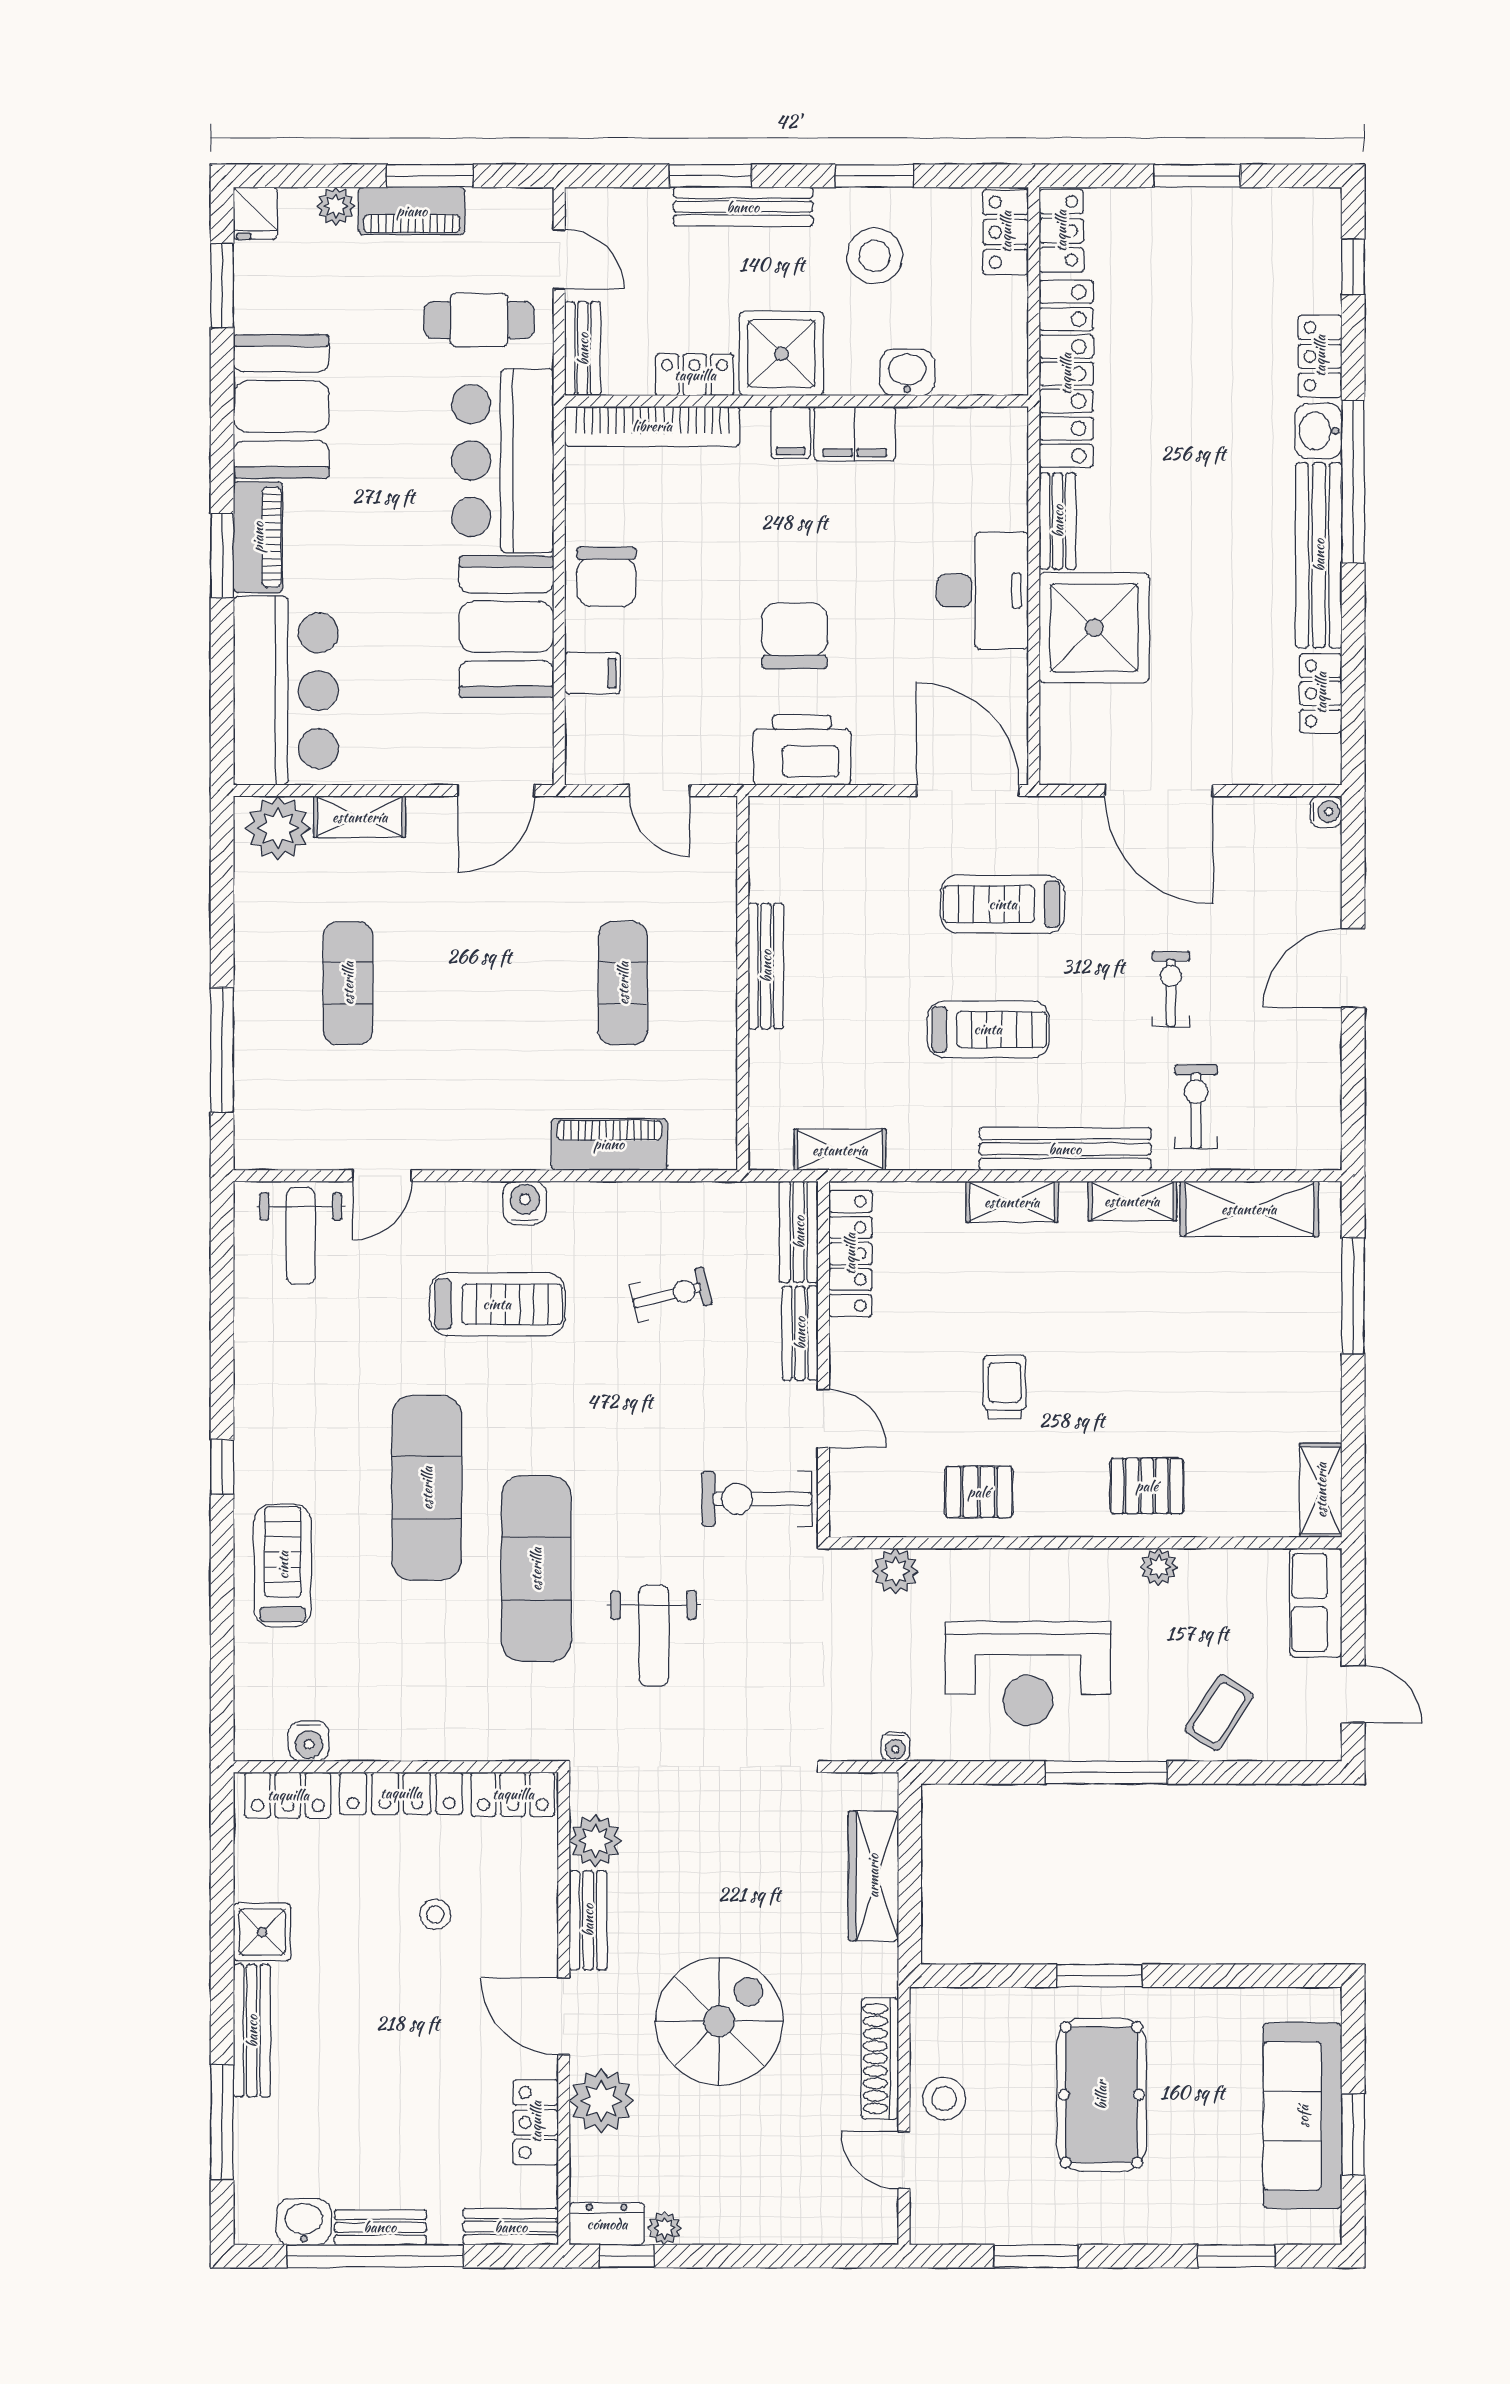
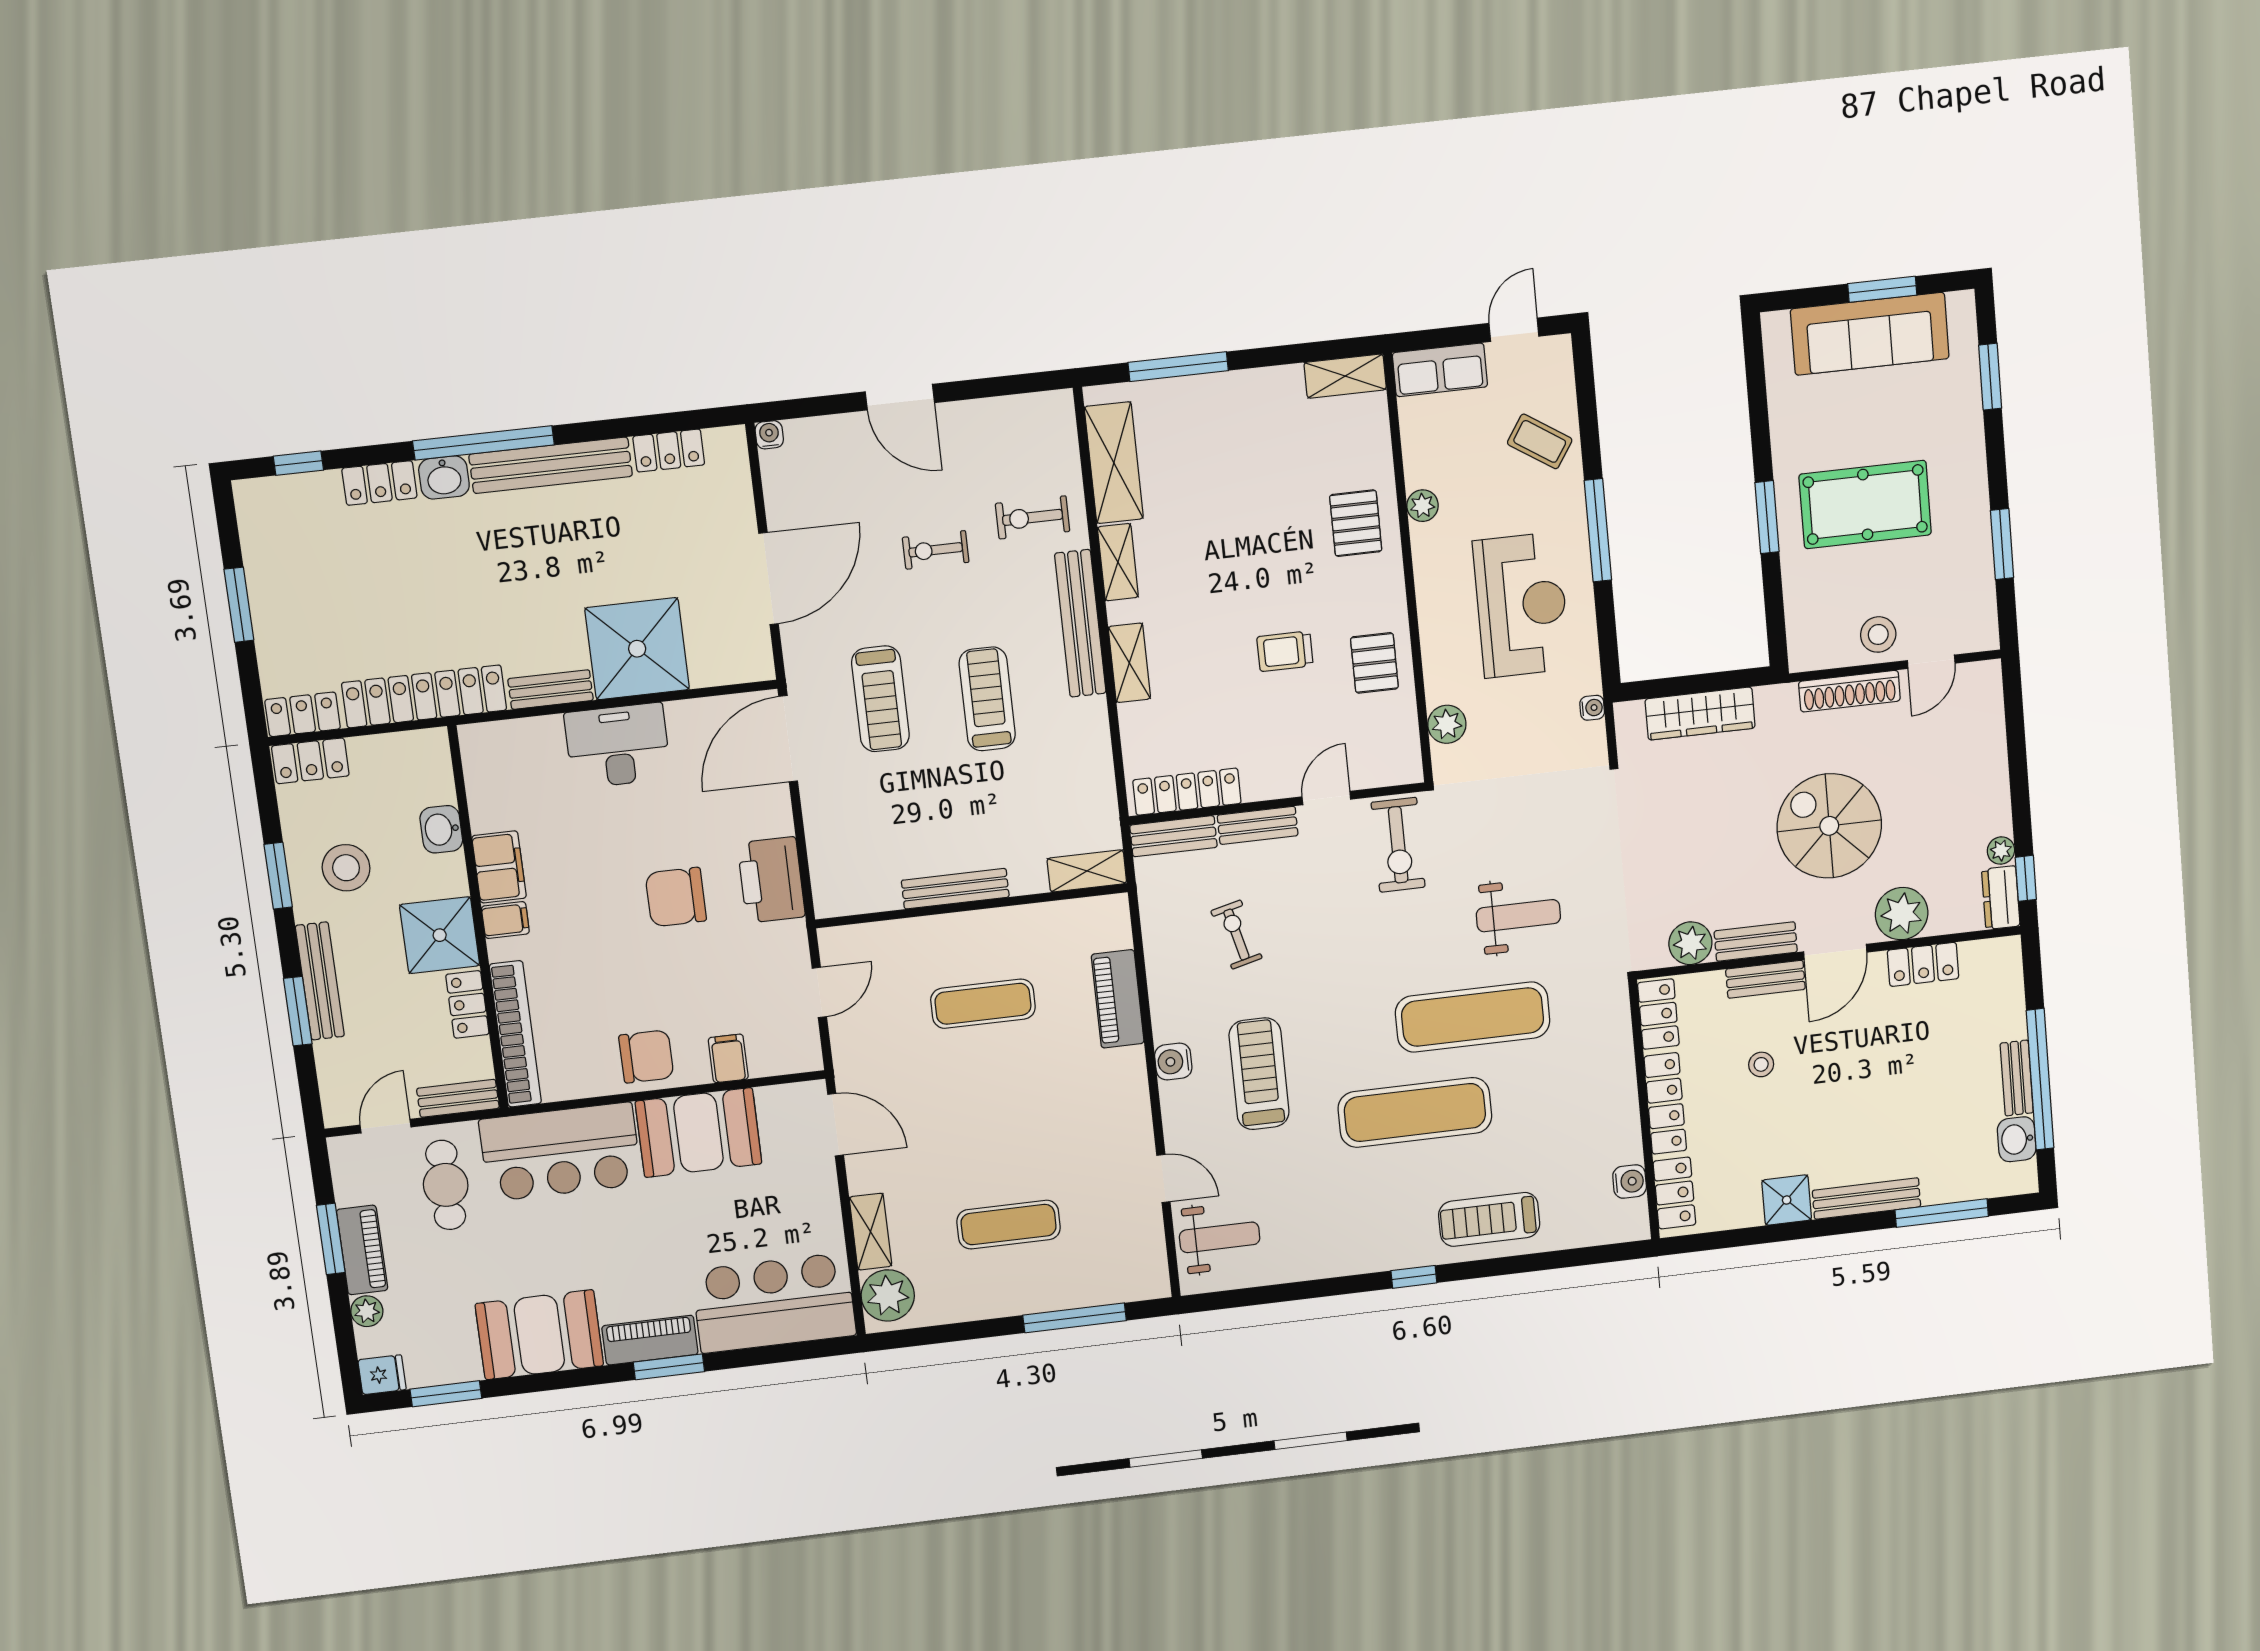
shelving: (840, 1150) -> (1087, 871), moved, turned 90
bench: (511, 2227) -> (1765, 979), moved, turned 90

